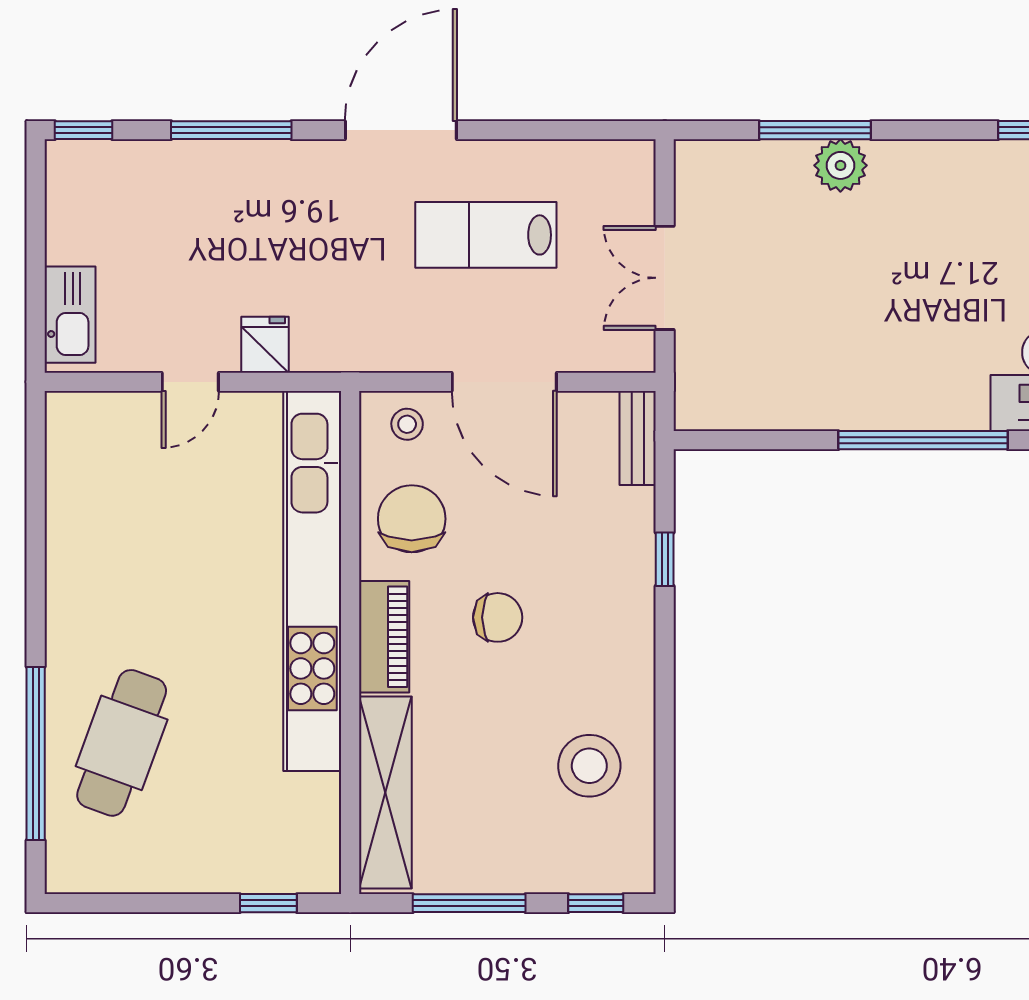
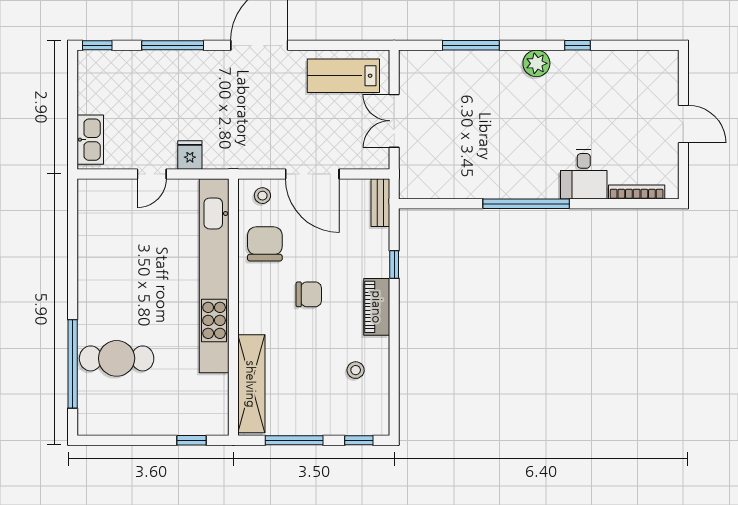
plant: (840, 165) -> (536, 63), moved
lab bench: (486, 235) -> (343, 76), moved
piano: (384, 637) -> (377, 307), moved, turned 180
cafe table: (122, 743) -> (117, 358), turned 70
stool: (589, 766) -> (356, 370), width x0.53, depth x0.53

